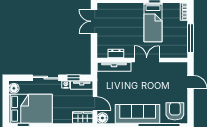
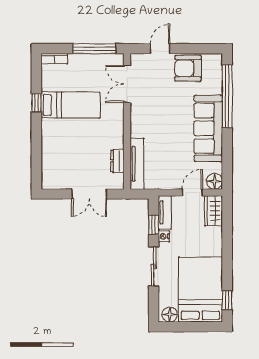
double door: (94, 21) -> (89, 194), moved
double door: (147, 60) -> (127, 84), moved
armchair: (175, 111) -> (188, 68), moved

